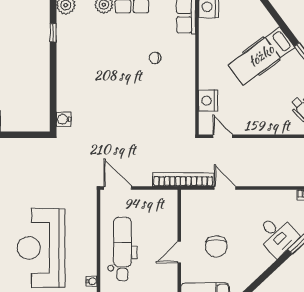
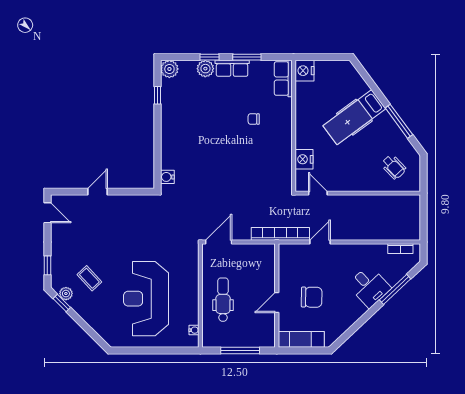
door: (118, 188) -> (219, 242), hinge flipped
door: (225, 188) -> (320, 242), hinge flipped
chair: (216, 246) -> (312, 297), turned -89
dental chair: (122, 249) -> (223, 300), width x0.73, depth x0.72

